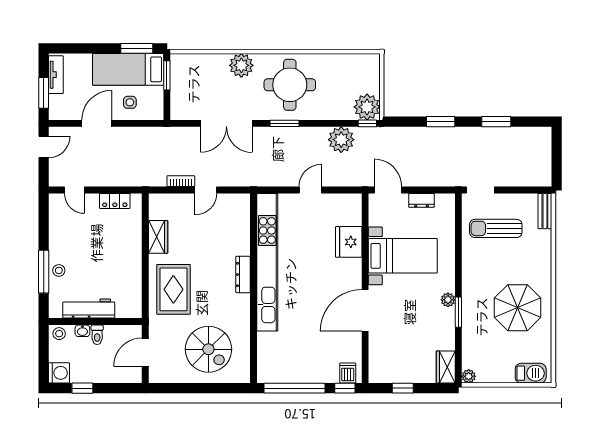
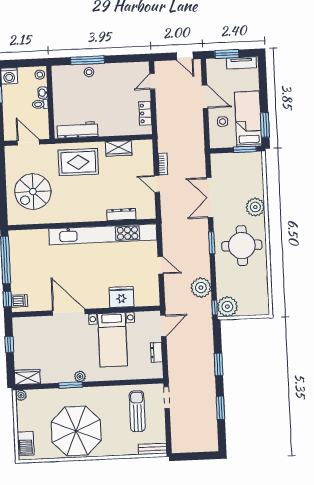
dresser: (243, 275) -> (121, 215), moved
parasol: (518, 308) -> (76, 431), width x1.36, depth x1.36
workbench: (89, 309) -> (77, 130), moved, turned -90

